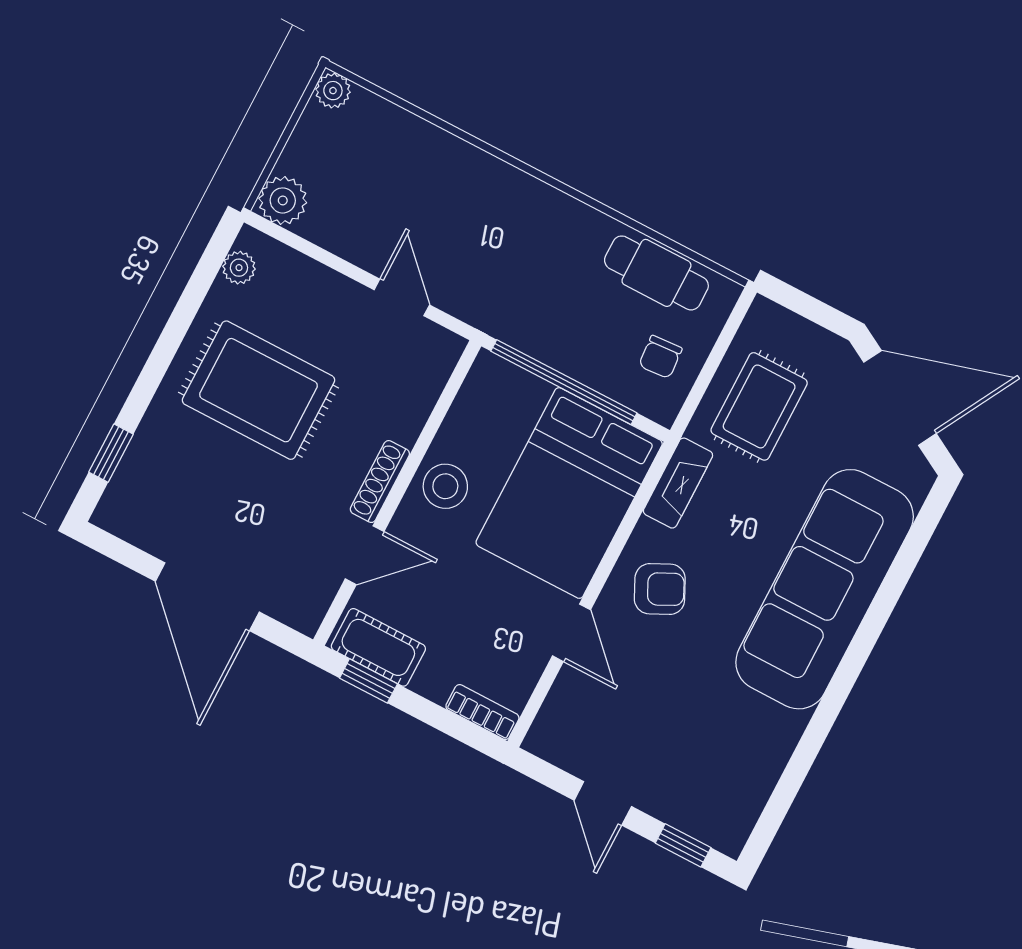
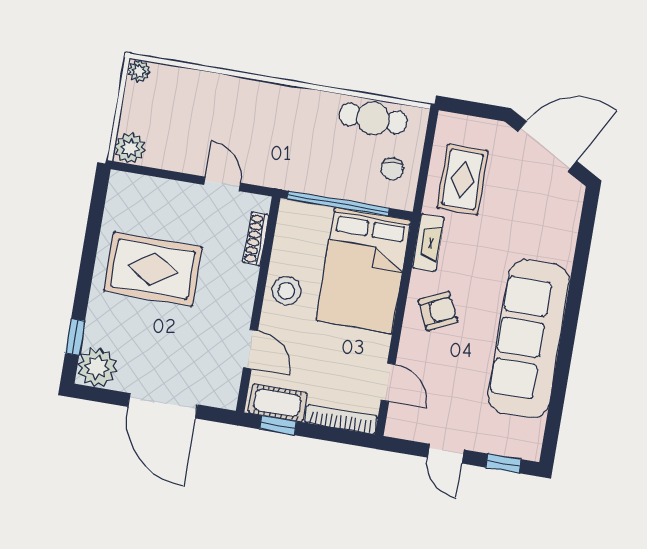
plant: (239, 268) -> (97, 367), moved, width x1.87, depth x1.87
shoe rack: (380, 482) -> (256, 239), moved
door: (365, 555) -> (251, 349), hinge flipped
sofa: (825, 589) -> (529, 339), moved
door: (571, 633) -> (388, 382), moved
bookcase: (482, 712) -> (341, 419), width x1.56

